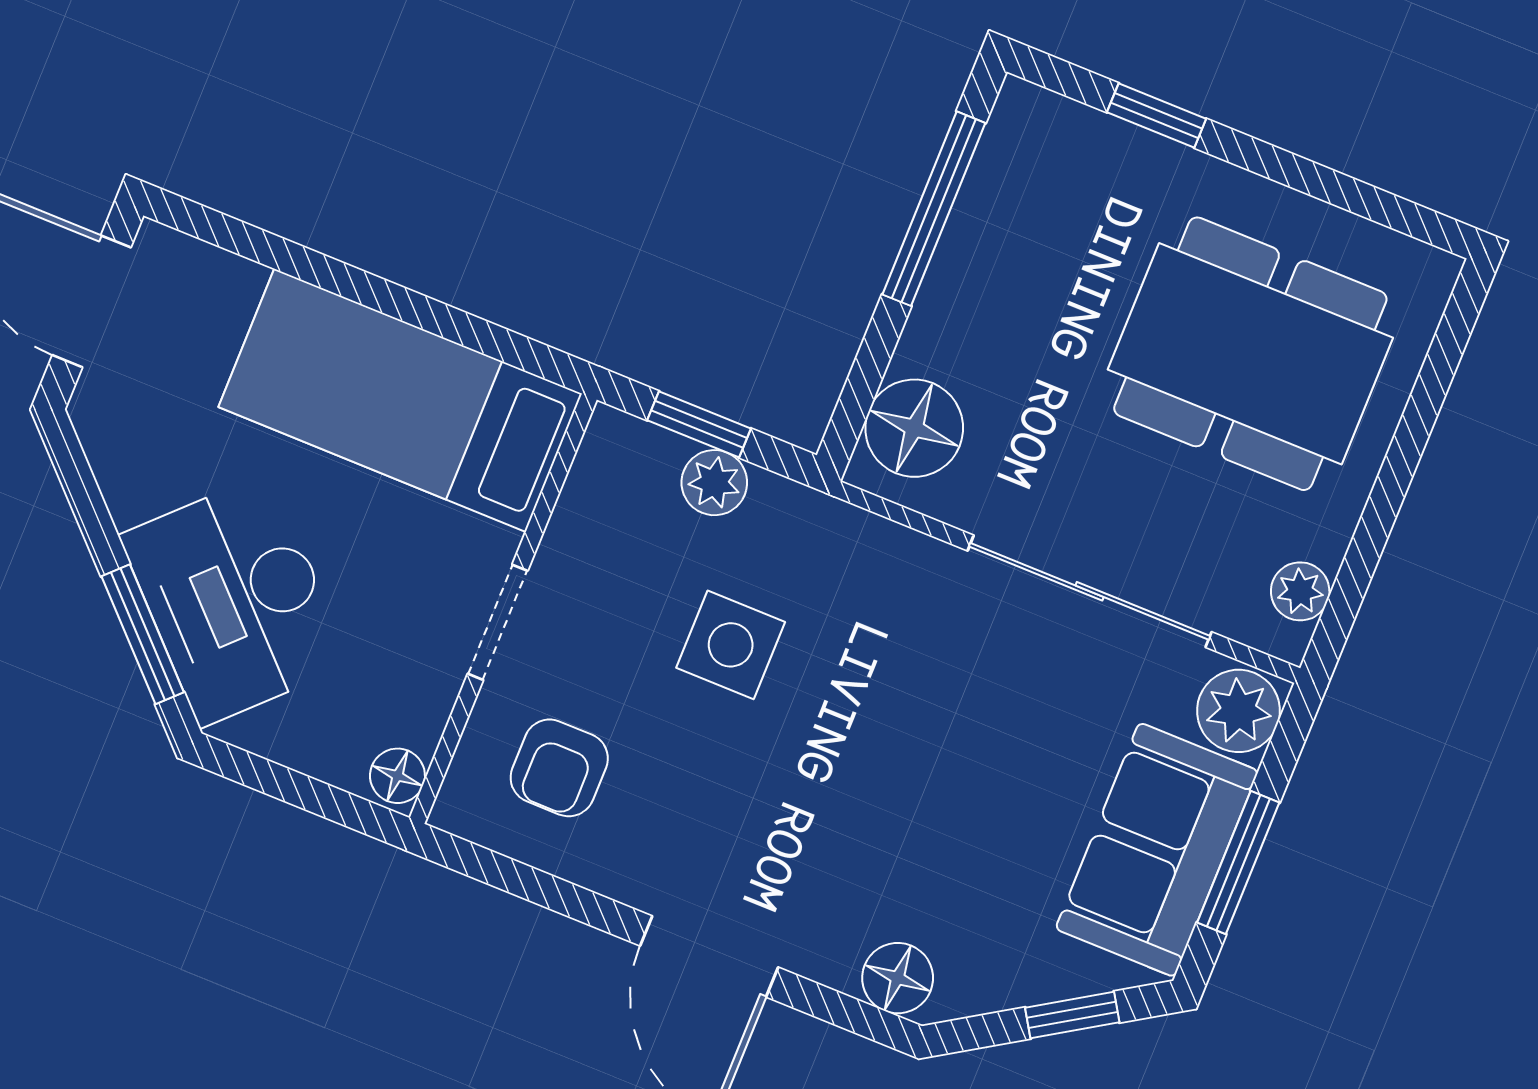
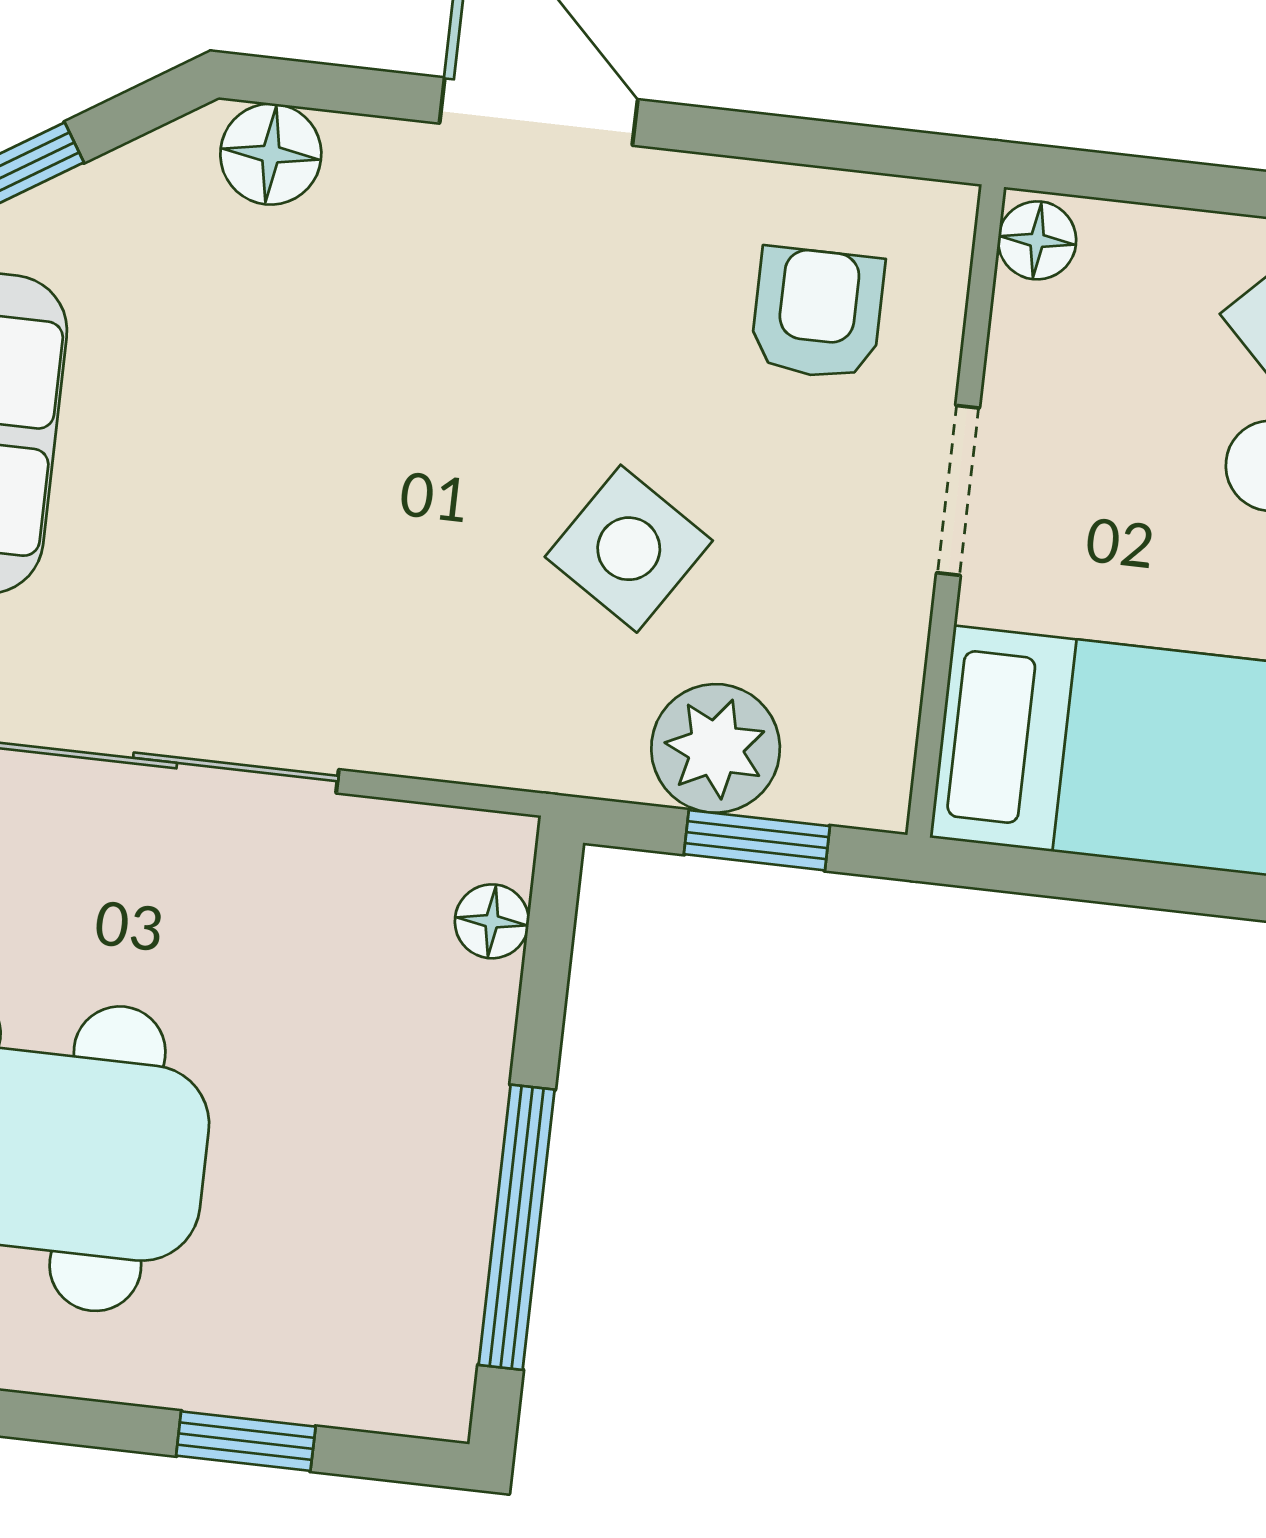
floor lamp: (914, 428) -> (492, 921), width x0.53, depth x0.53
plant: (714, 483) -> (716, 748), width x1.38, depth x1.38
side table: (731, 645) -> (629, 549), turned 33

